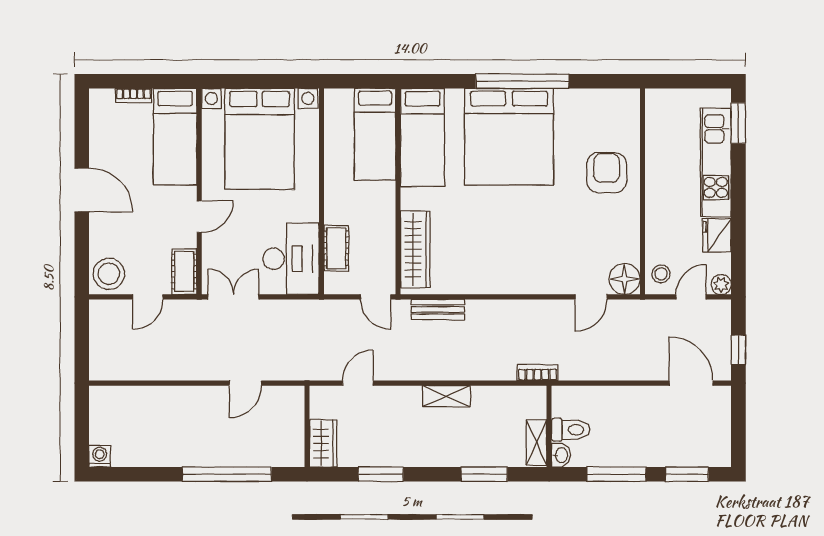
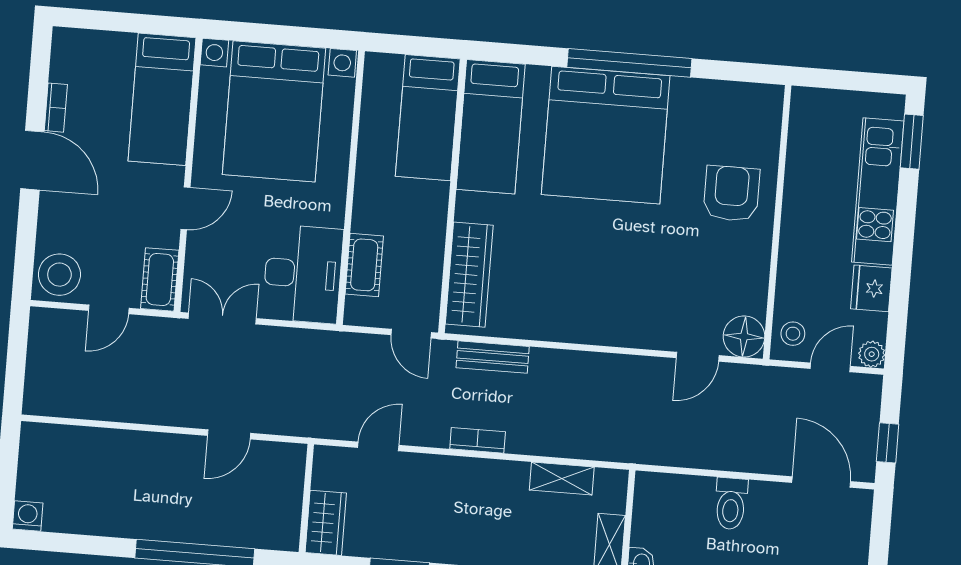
bookcase: (133, 96) -> (56, 108), moved, turned -90
bookcase: (538, 373) -> (478, 440), moved
shelving: (446, 396) -> (562, 479), moved
toilet: (571, 430) -> (731, 504), moved, turned 90

